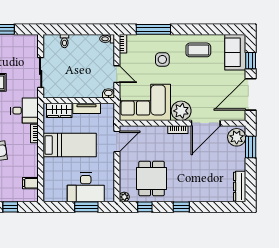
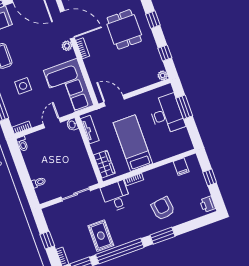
tv unit: (87, 108) -> (90, 130), moved
plant: (181, 111) -> (67, 46), width x0.53, depth x0.53
dining table: (152, 178) -> (124, 29), moved, turned 90

